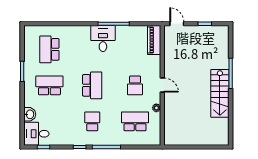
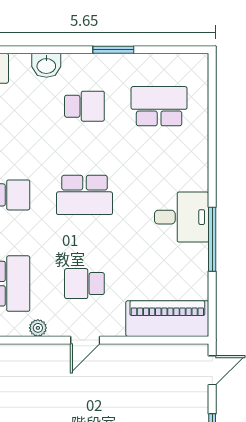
piano: (154, 40) -> (167, 319), width x1.37, depth x1.33
school desk: (49, 85) -> (84, 106), width x0.54
washbasin: (30, 114) -> (46, 65), moved

